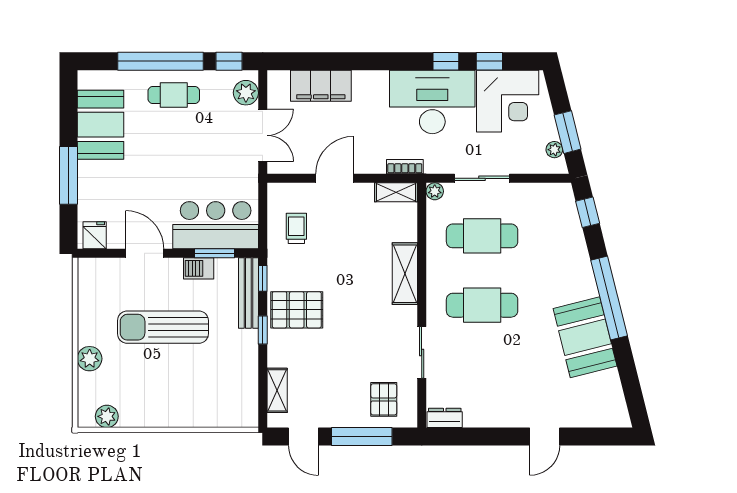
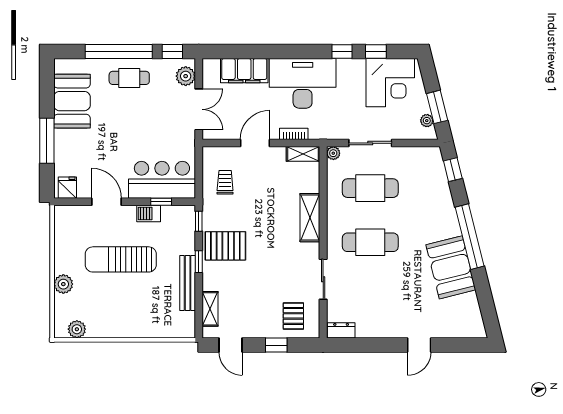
desk: (432, 102) -> (303, 83), moved
bookcase: (405, 167) -> (294, 134), moved
window: (215, 253) -> (161, 202), width x0.67
bench: (248, 293) -> (188, 283), moved
window: (362, 437) -> (276, 345), width x0.46

